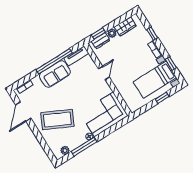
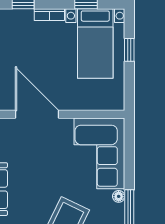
door: (104, 73) -> (37, 114), width x1.87

